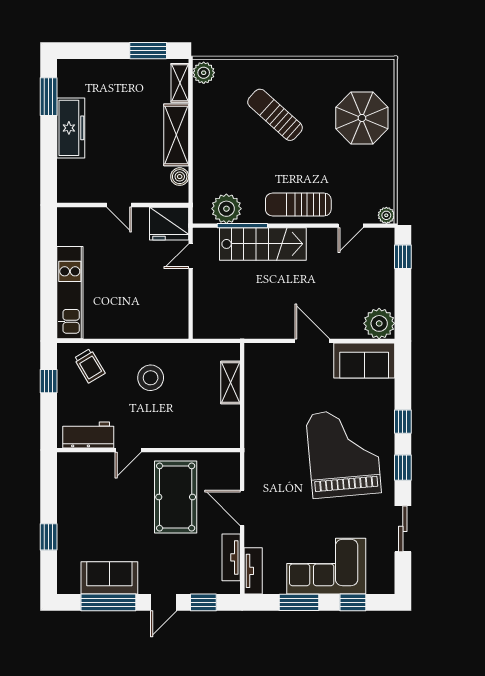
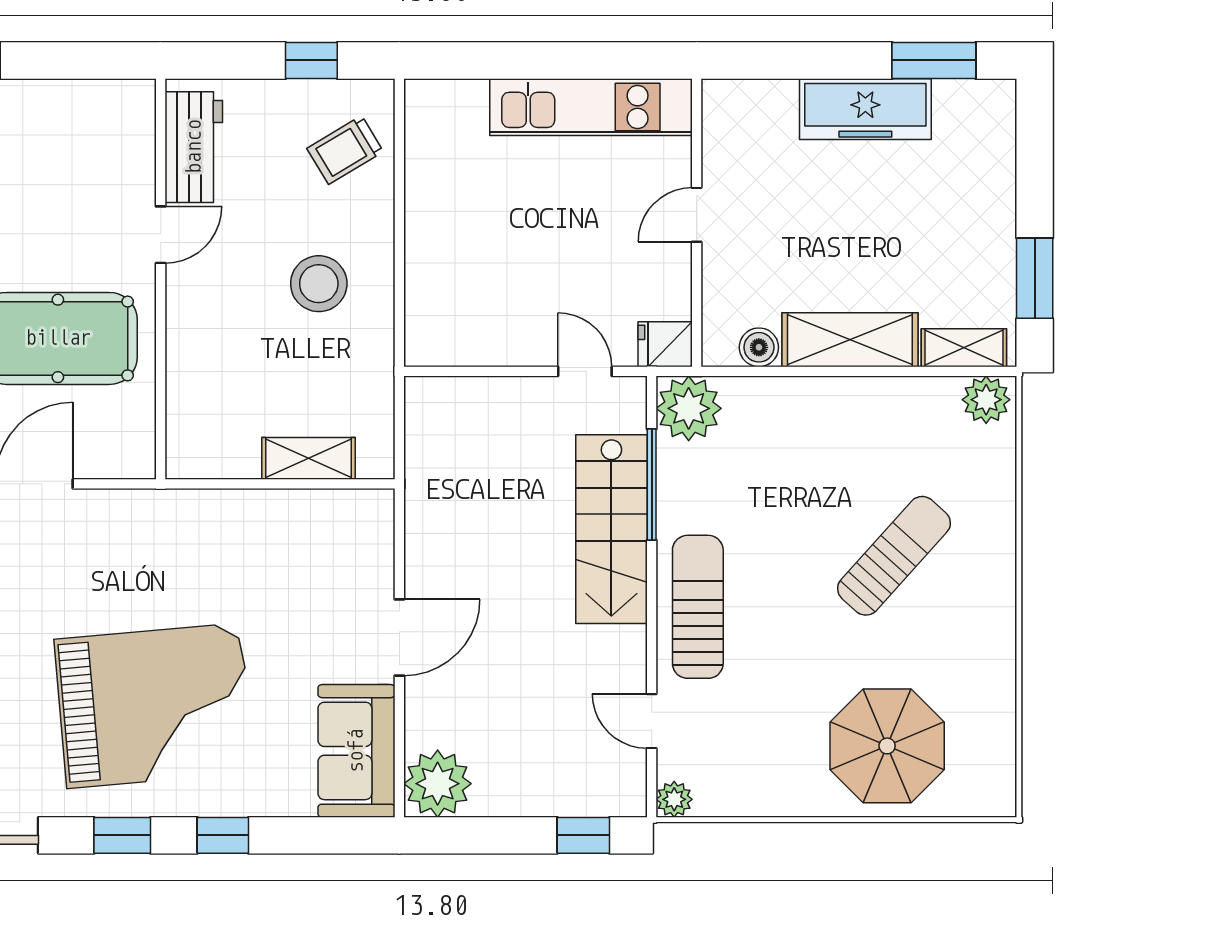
plant: (226, 209) -> (689, 408), moved
fridge: (169, 224) -> (665, 344), width x0.53, depth x0.75
kitchen unit: (70, 293) -> (591, 107), moved
door: (128, 450) -> (161, 235), swing flipped

